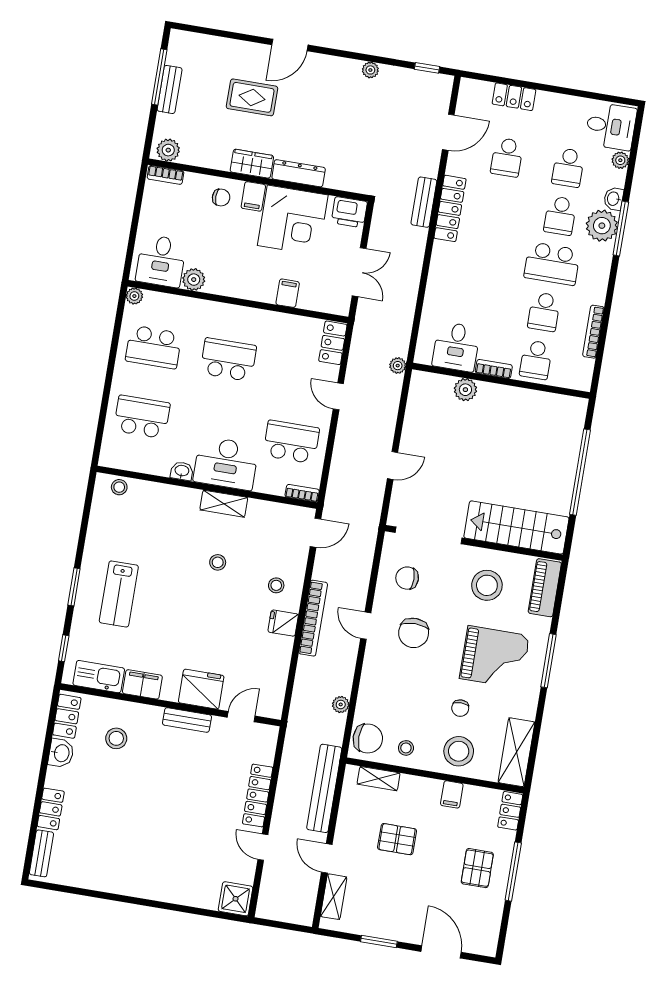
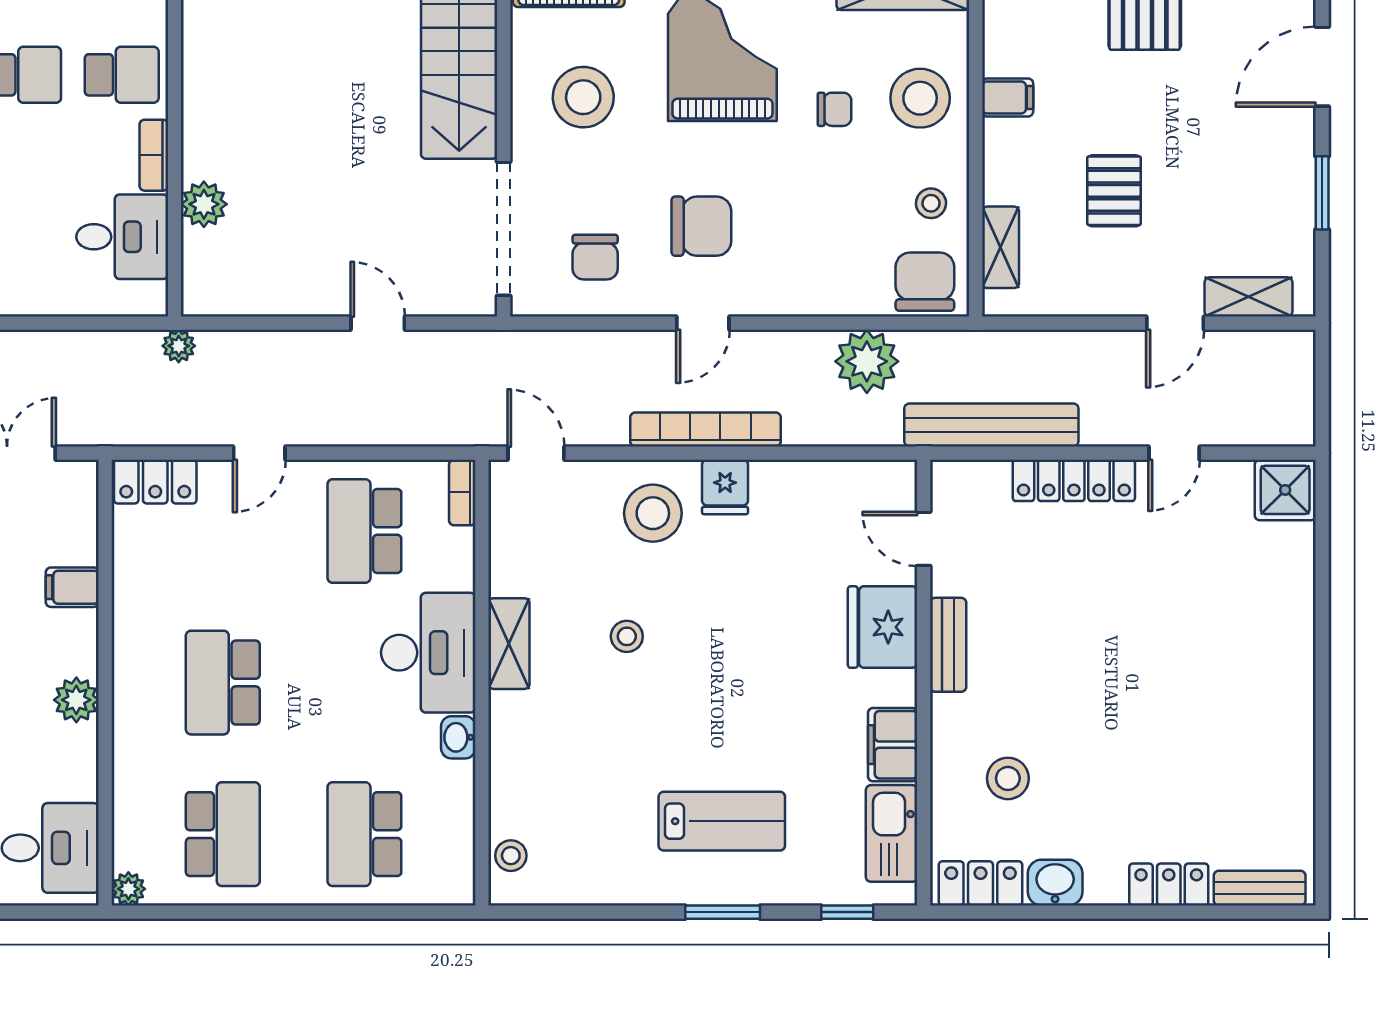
plant: (194, 280) -> (76, 700), moved
stool: (276, 585) -> (653, 513), width x1.89, depth x1.89
plant: (341, 704) -> (867, 361), width x1.88, depth x1.88
bench: (324, 788) -> (991, 425), moved

